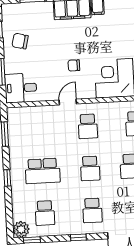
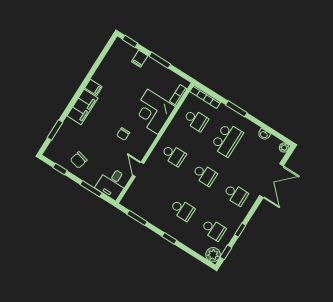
door: (68, 102) -> (138, 169), moved
school desk: (43, 171) -> (182, 210), width x0.54
window: (78, 237) -> (240, 230), moved

